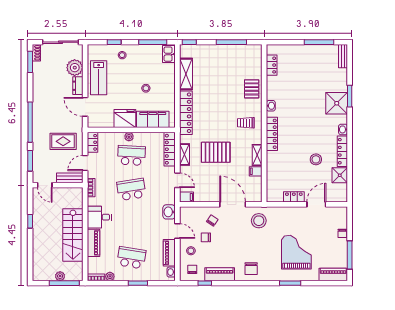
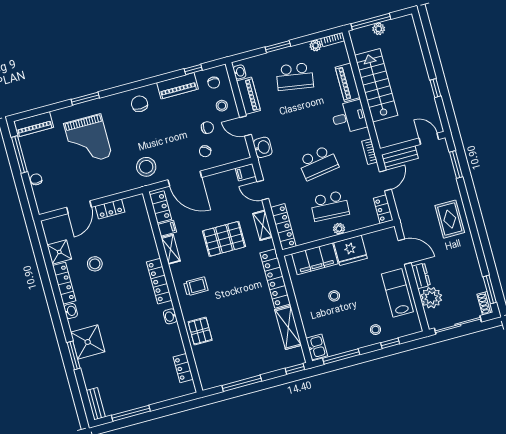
window: (30, 122) -> (469, 214), removed
rug: (63, 141) -> (450, 219), moved, turned 90
locker: (256, 188) -> (160, 207), added

